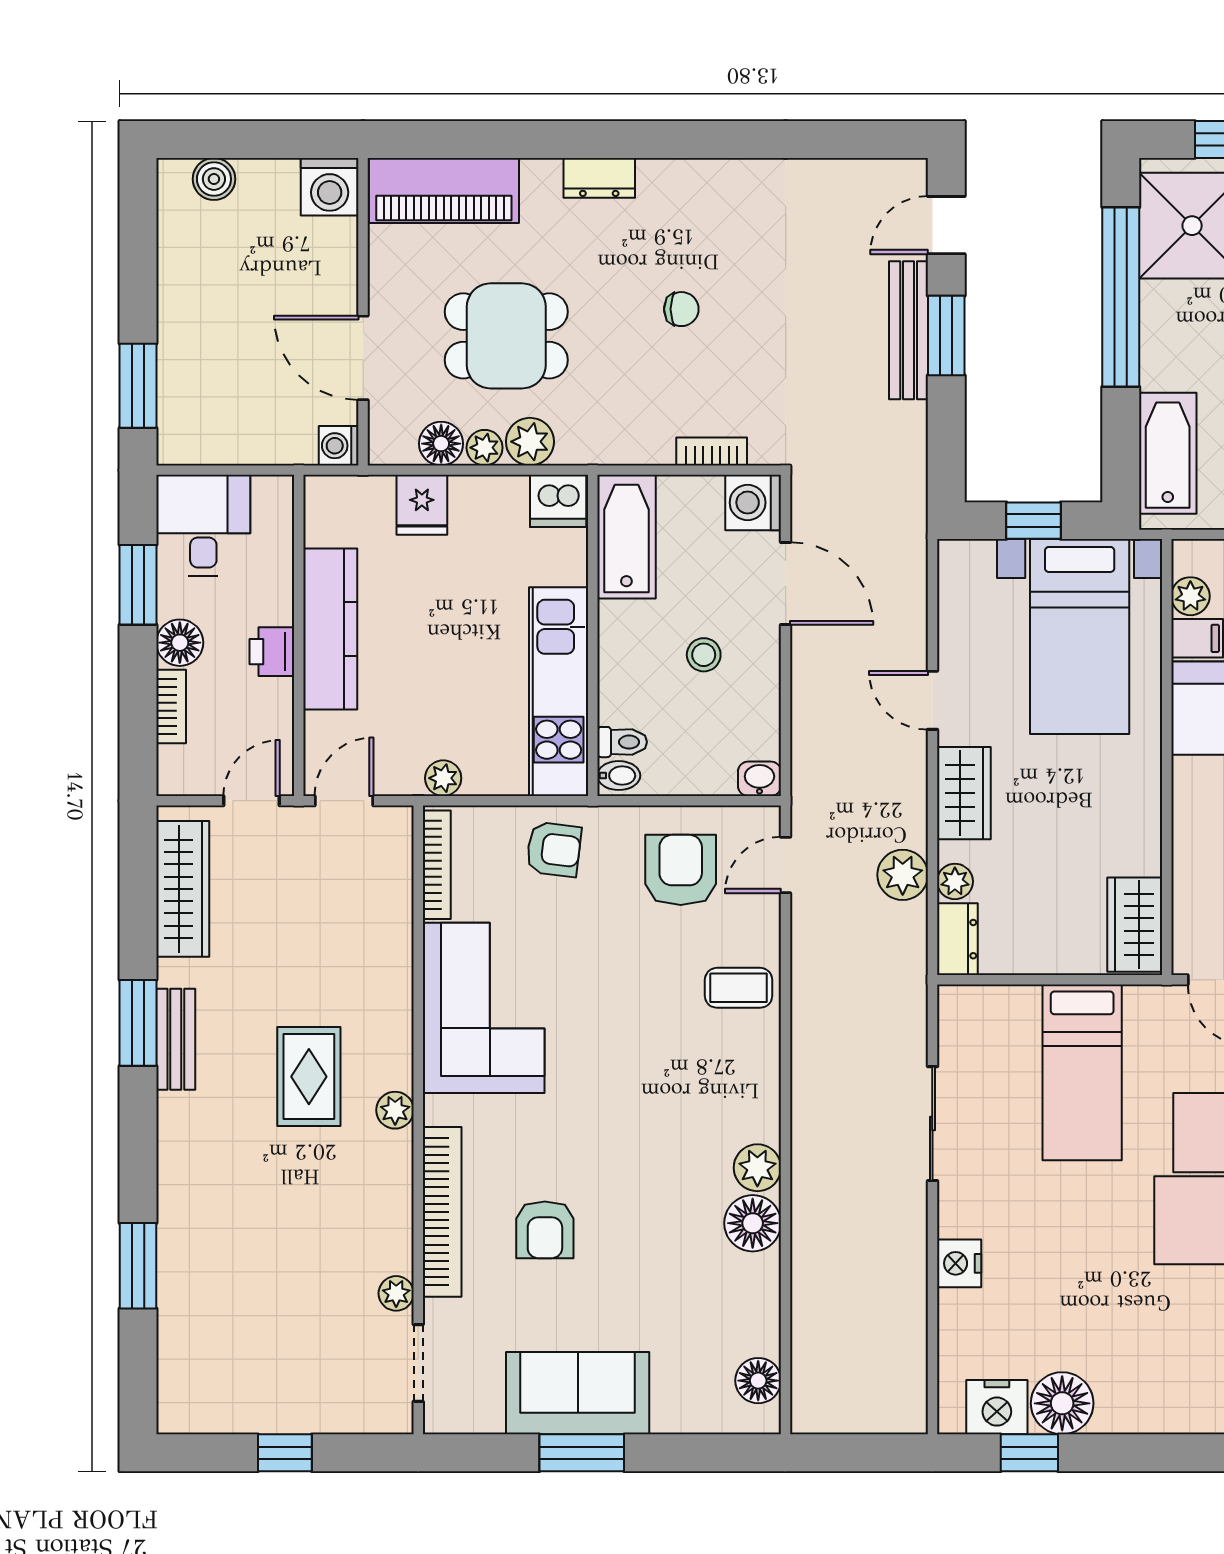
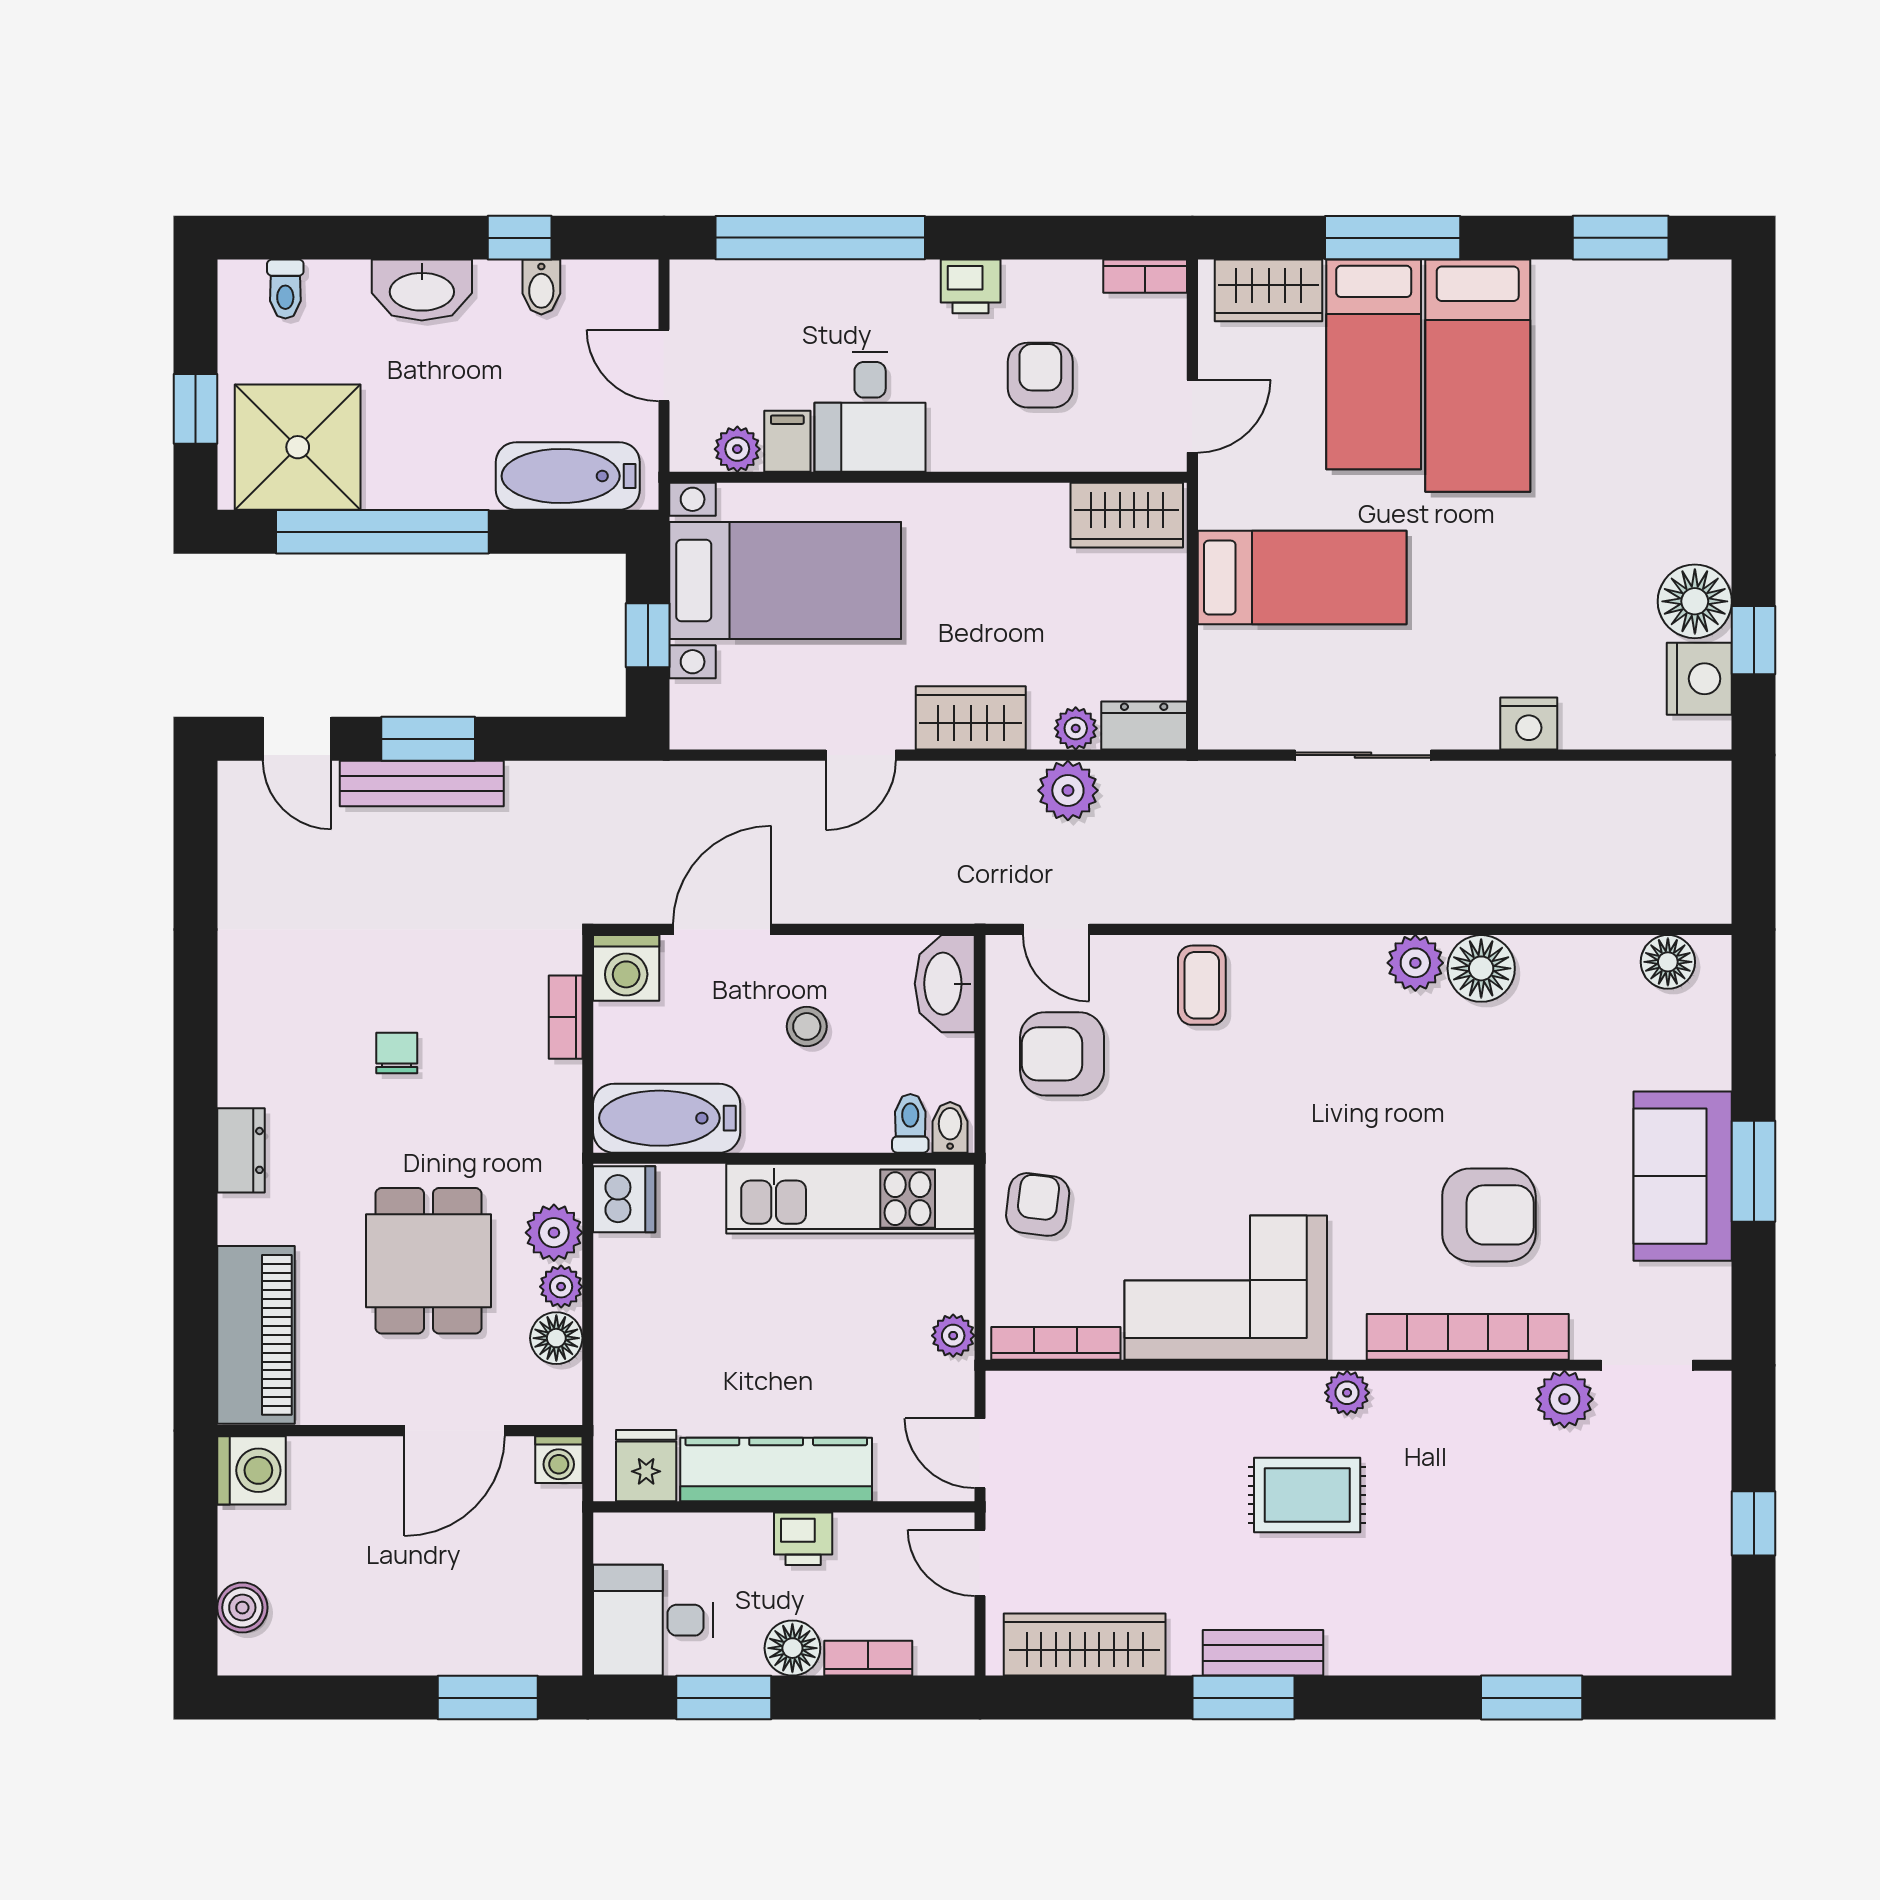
fridge: (422, 505) -> (646, 1466), moved, turned -90
washbasin: (759, 779) -> (945, 984), width x1.91, depth x1.45
armchair: (545, 1230) -> (1489, 1215), width x1.38, depth x1.38
plant: (396, 1293) -> (1564, 1399), width x1.38, depth x1.38

